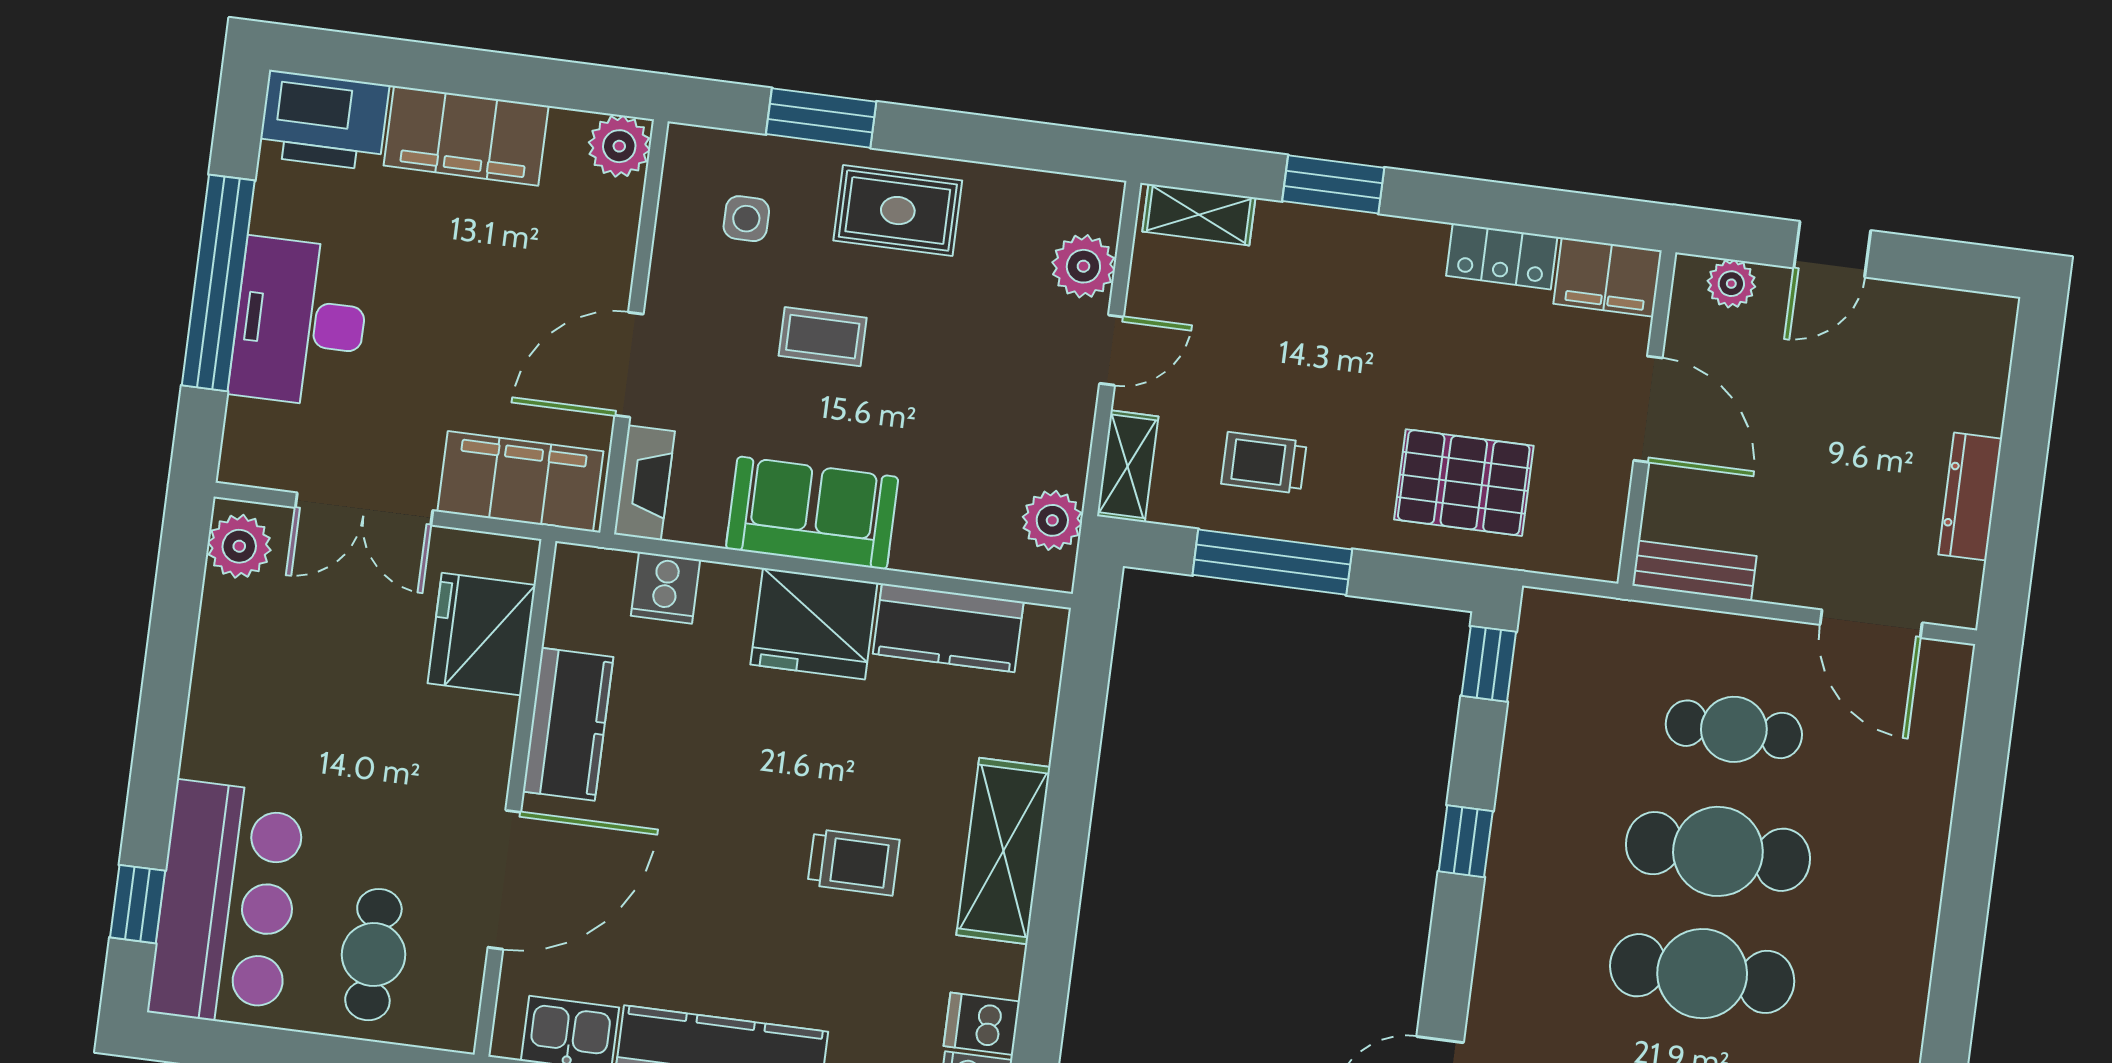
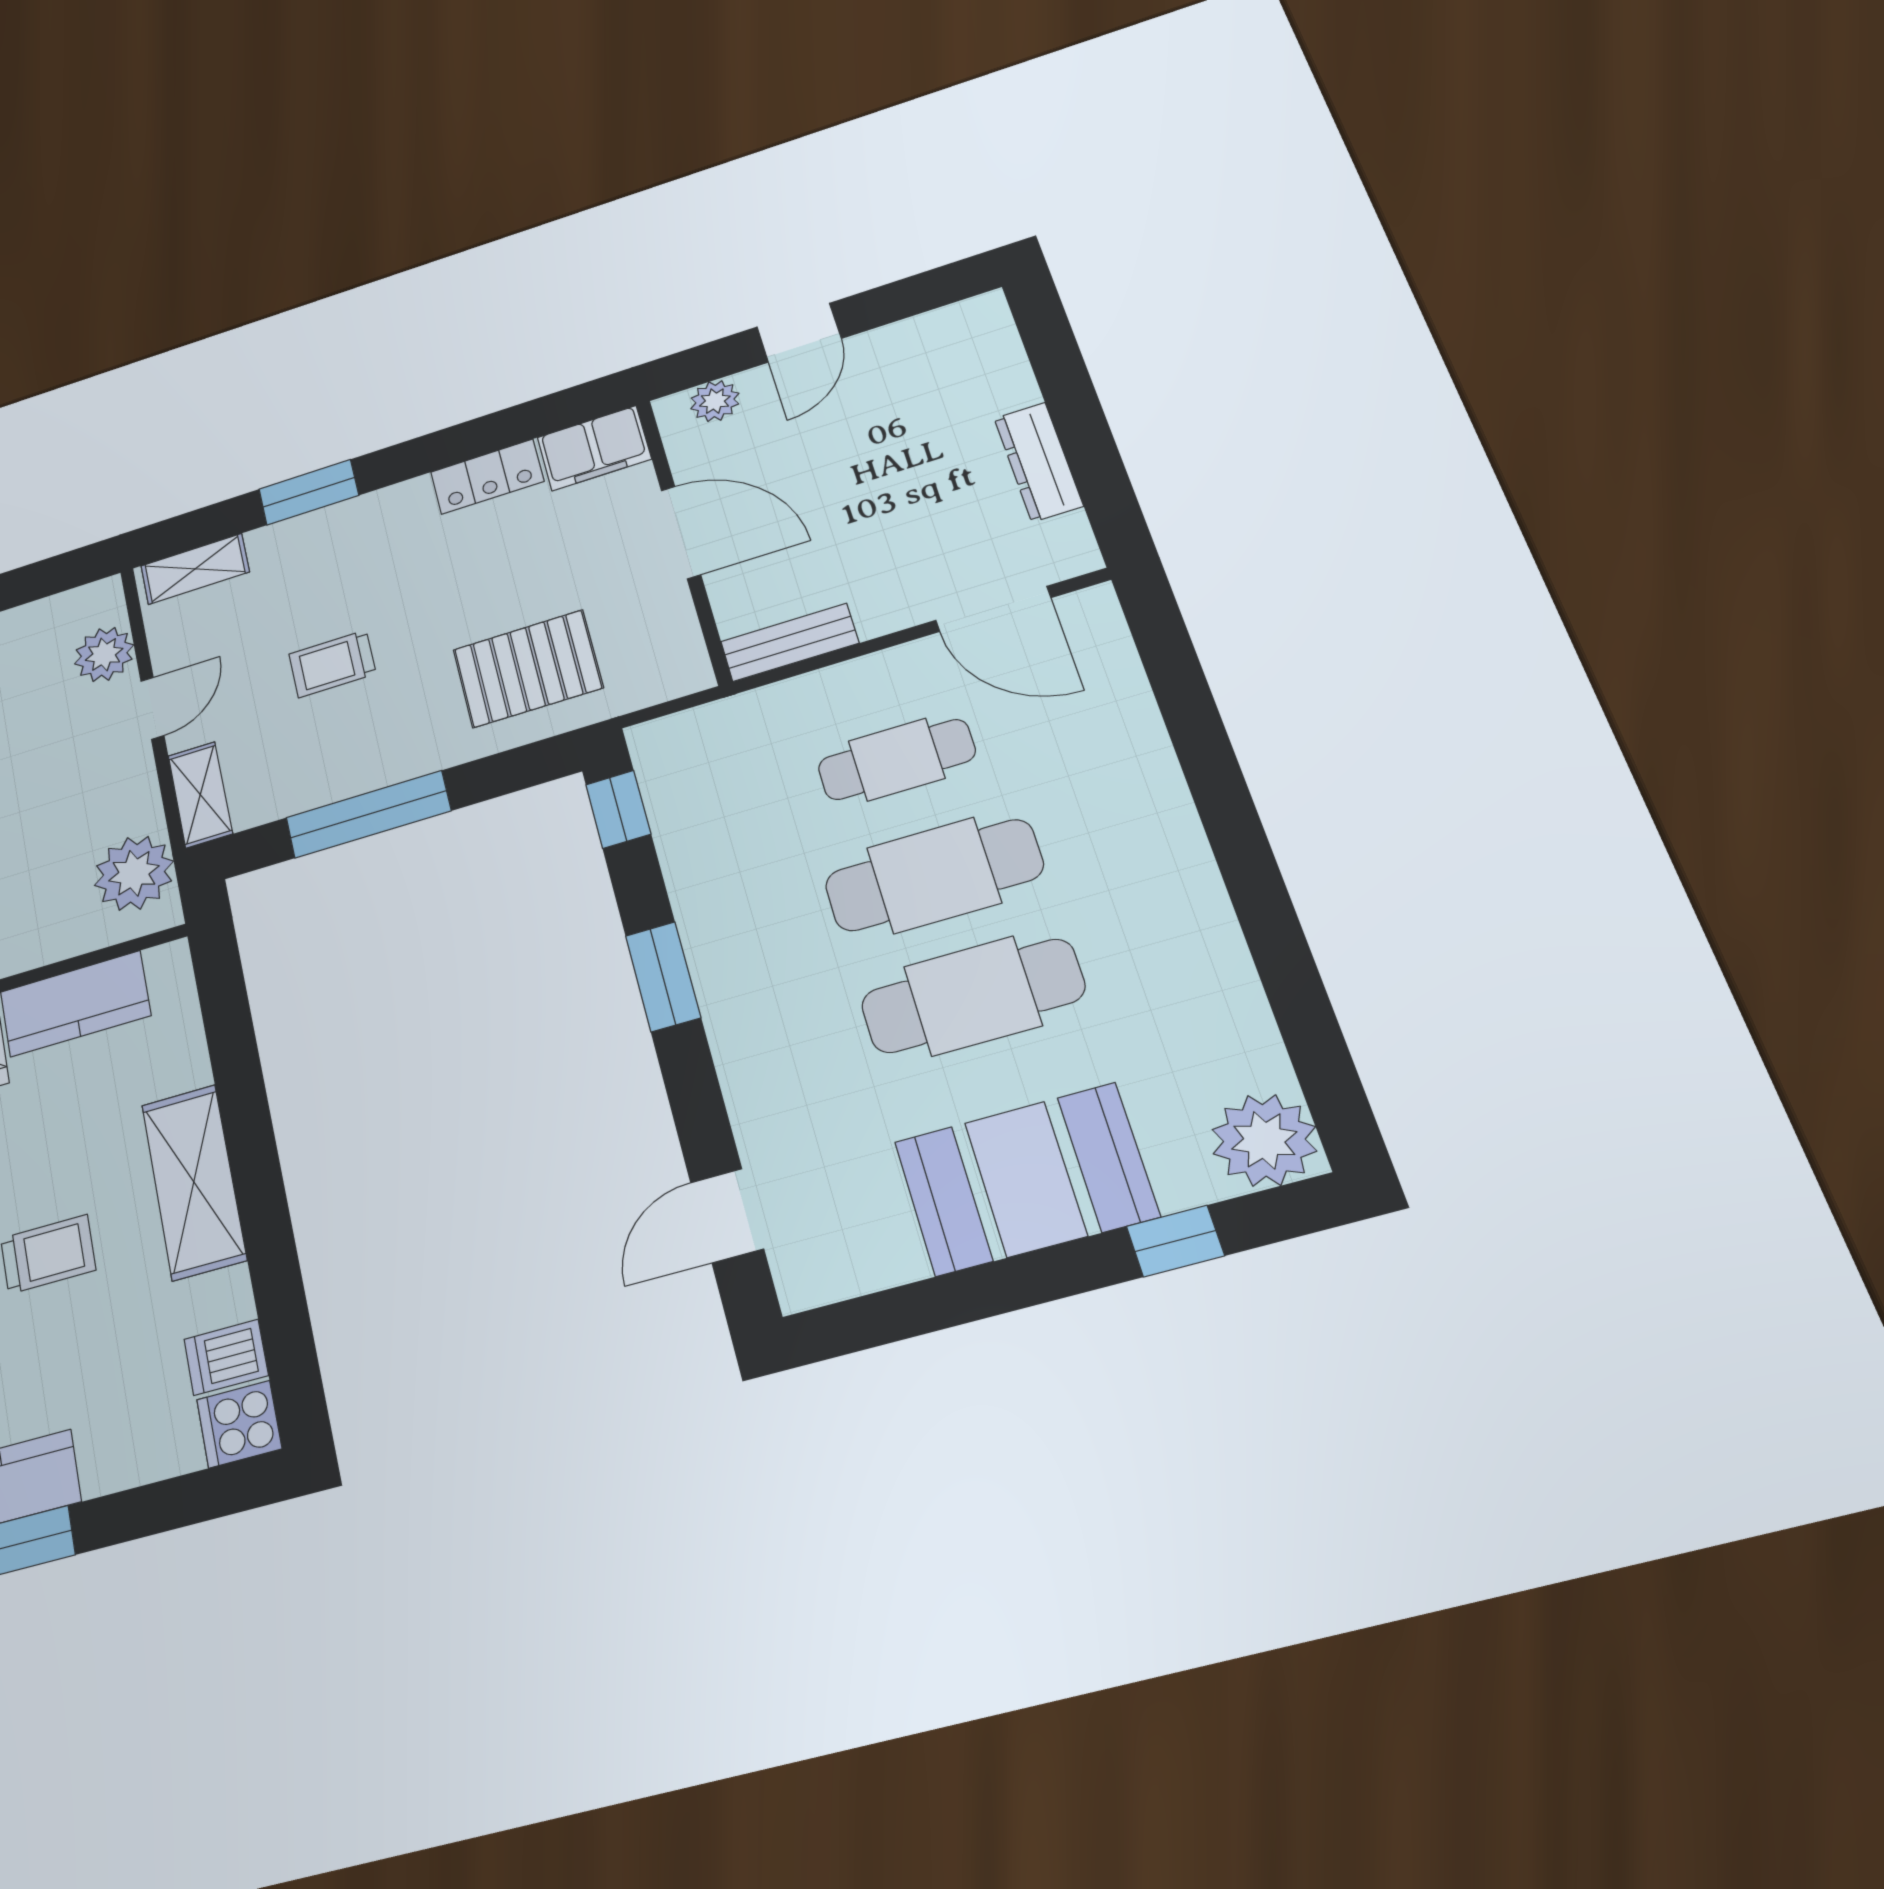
trolley: (1264, 463) -> (332, 664), moved
plant: (1052, 520) -> (134, 873), width x1.36, depth x1.36
window: (1466, 841) -> (663, 977), width x1.50

